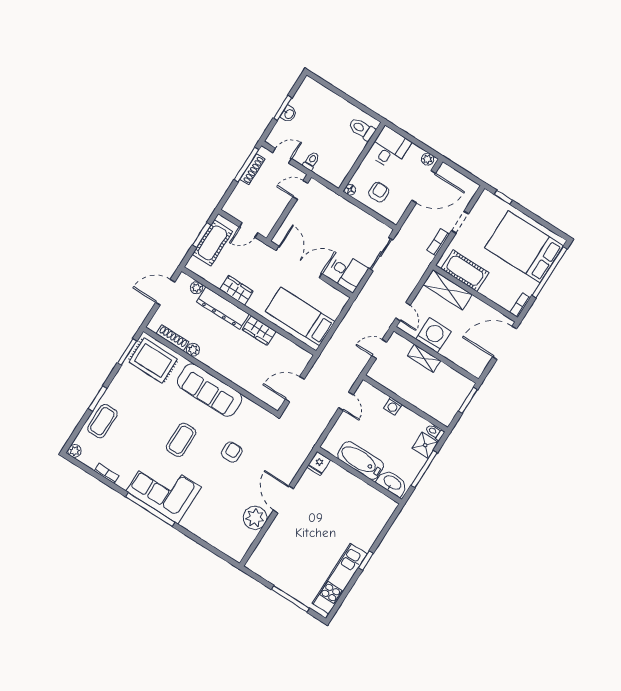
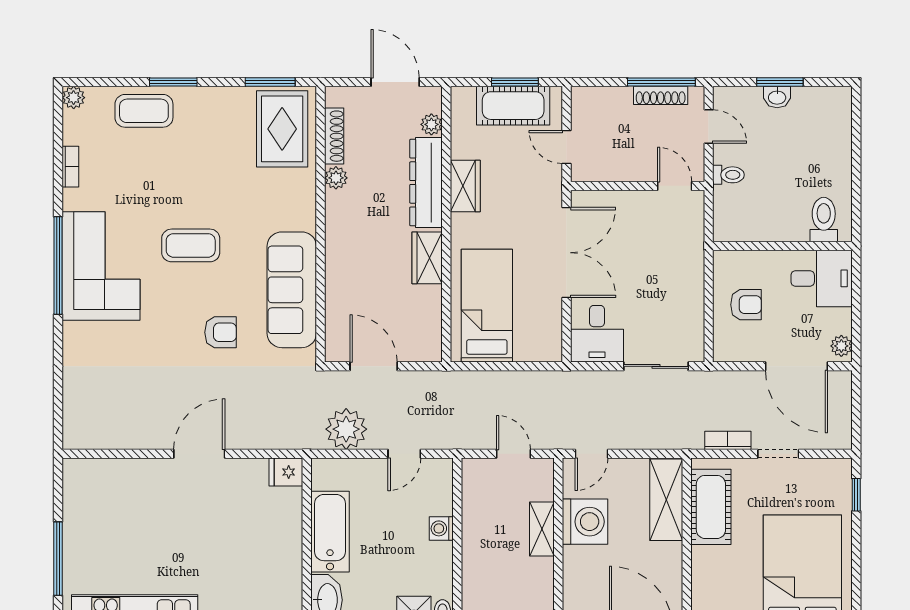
floor lamp: (350, 190) -> (722, 260), removed
sofa: (210, 390) -> (292, 290), moved
plant: (255, 518) -> (346, 429), moved

